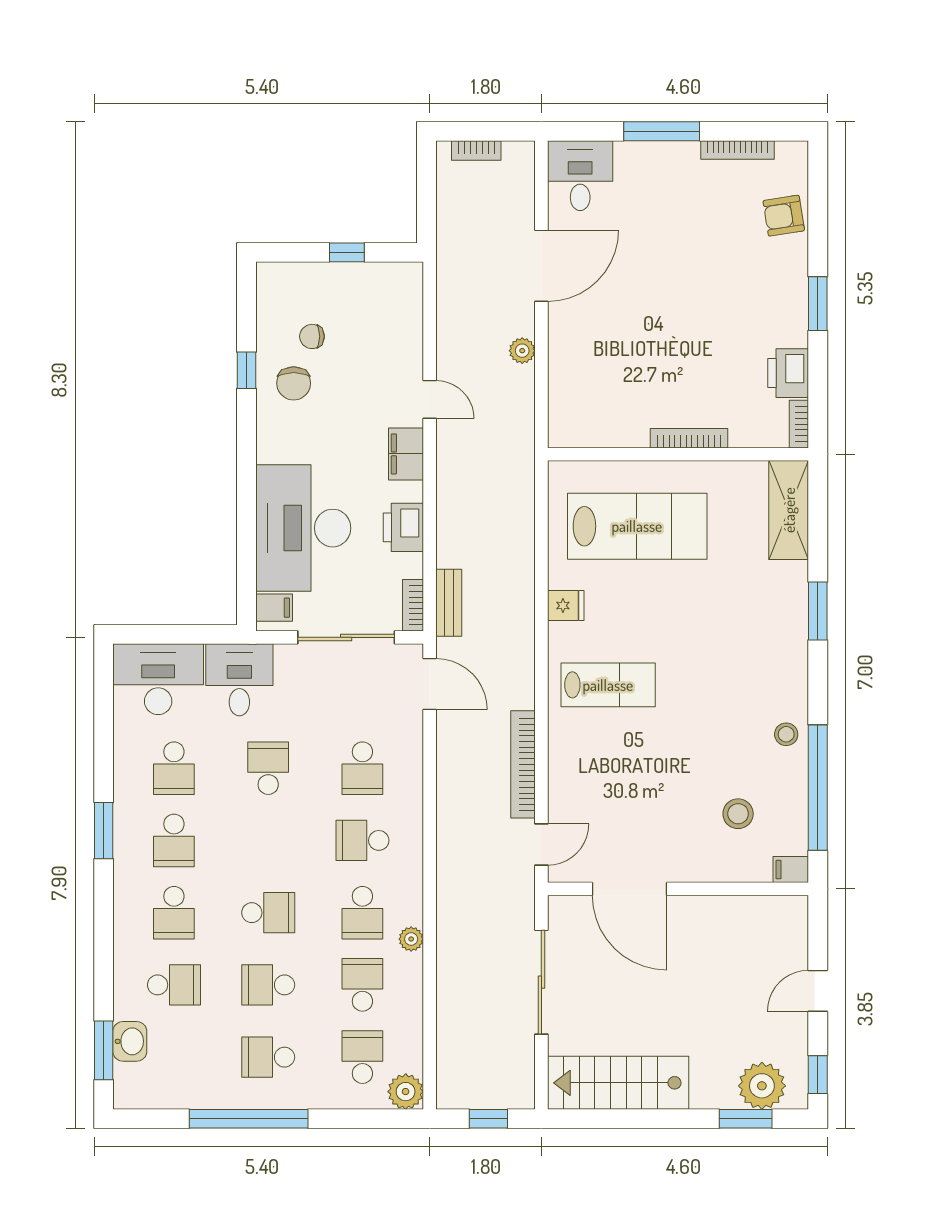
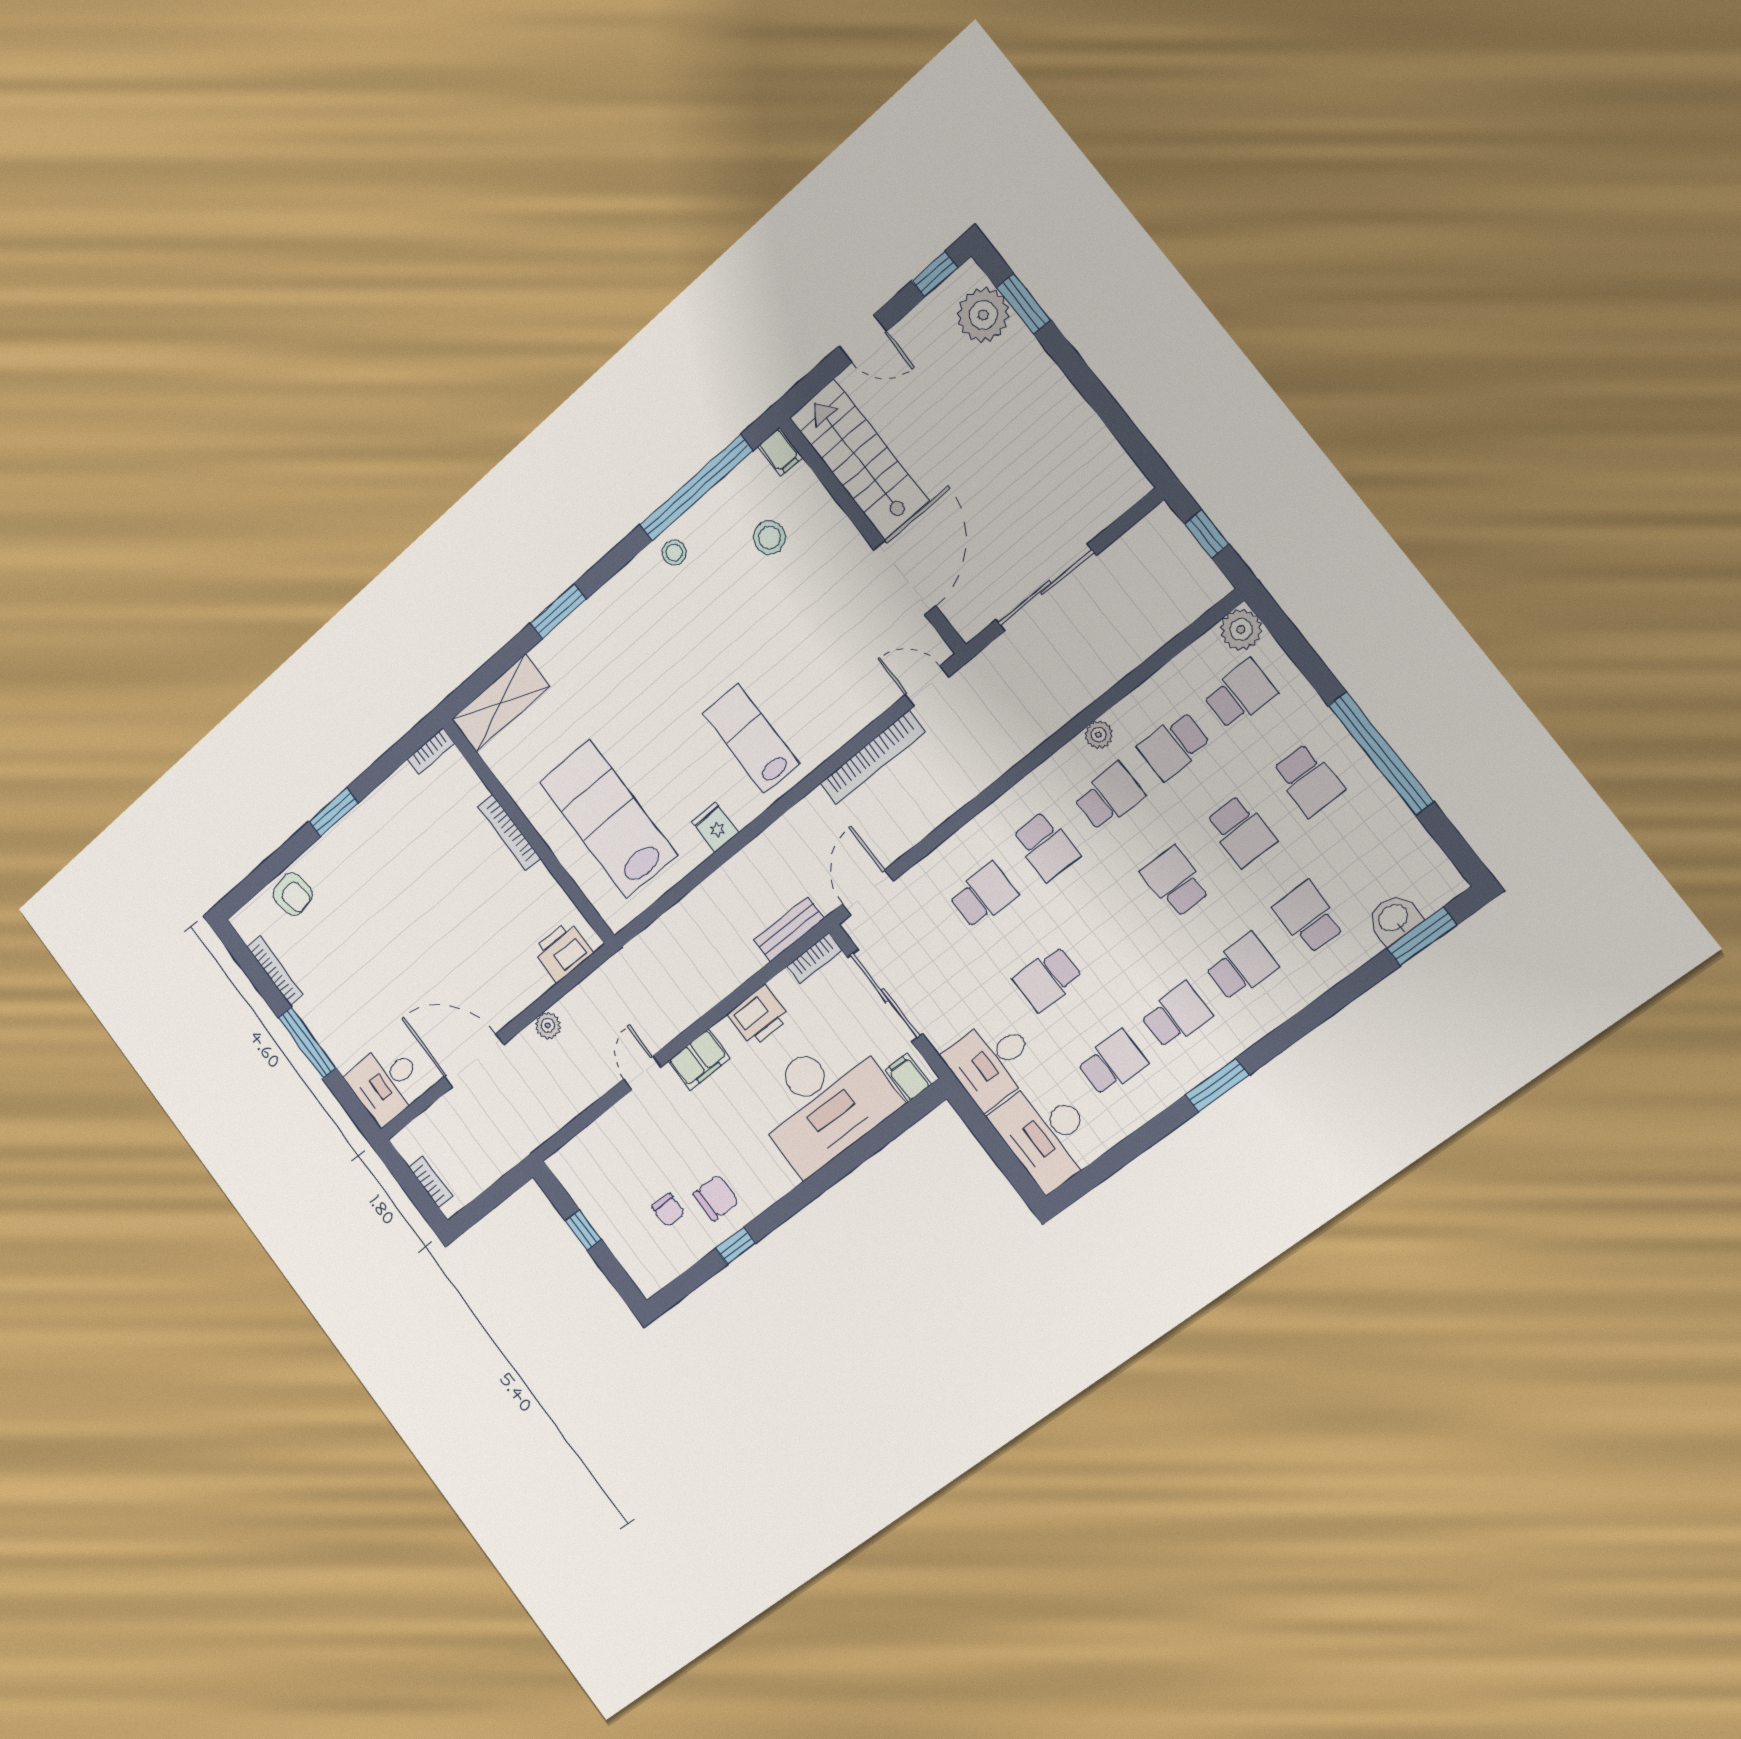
printer: (788, 373) -> (563, 952), moved, turned 180
school desk: (362, 1057) -> (1240, 694), turned 180
stairs: (618, 1083) -> (859, 459), moved, turned 180

